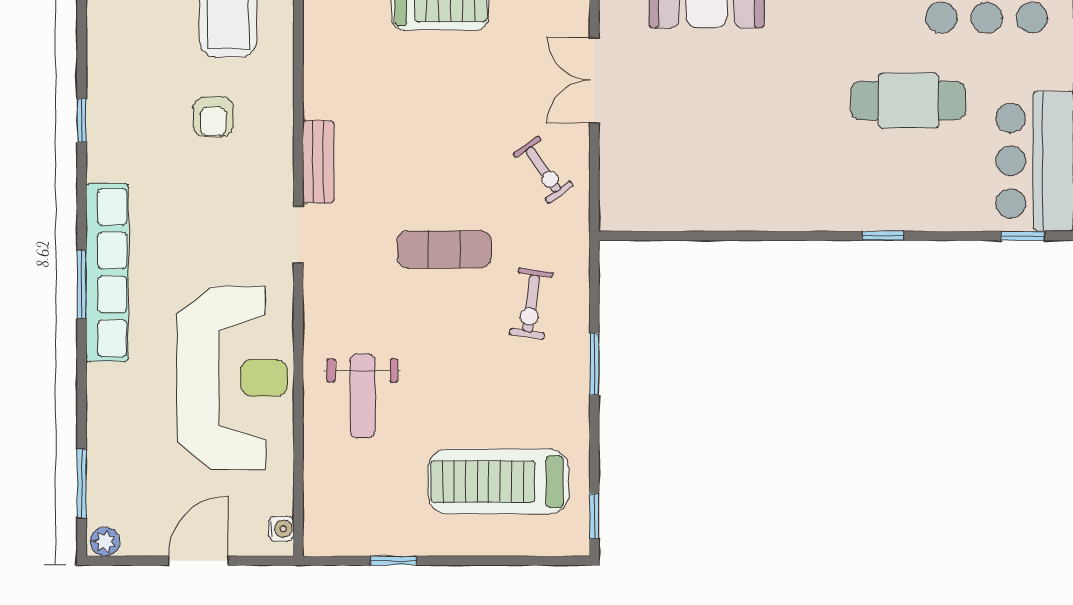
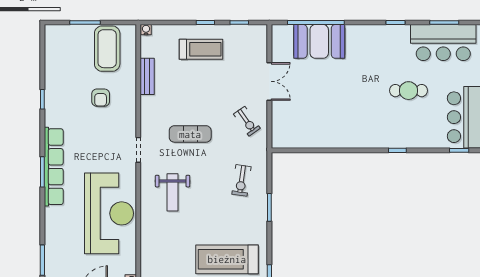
double door: (594, 80) -> (269, 81), swing flipped
cafe table: (908, 101) -> (408, 91), width x0.73, depth x0.74
bench: (318, 162) -> (147, 76), moved
exercise mat: (444, 249) -> (190, 134), moved
weight bench: (363, 396) -> (173, 192), moved

